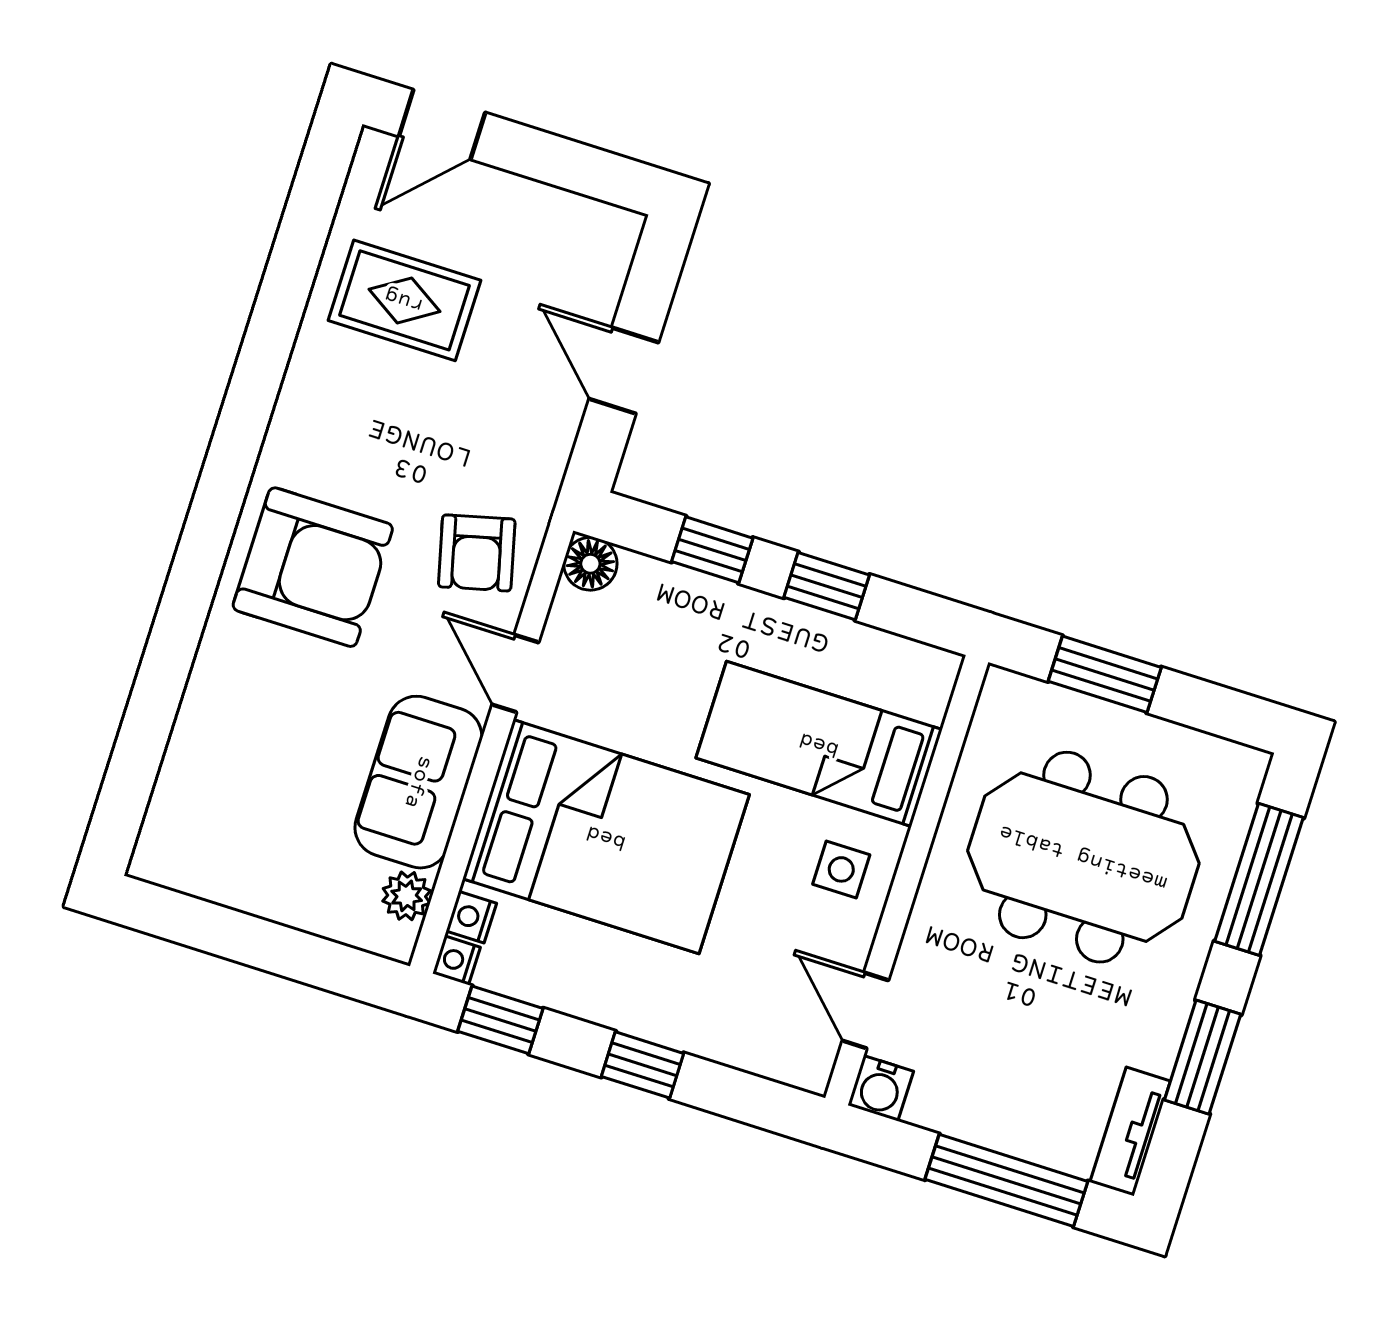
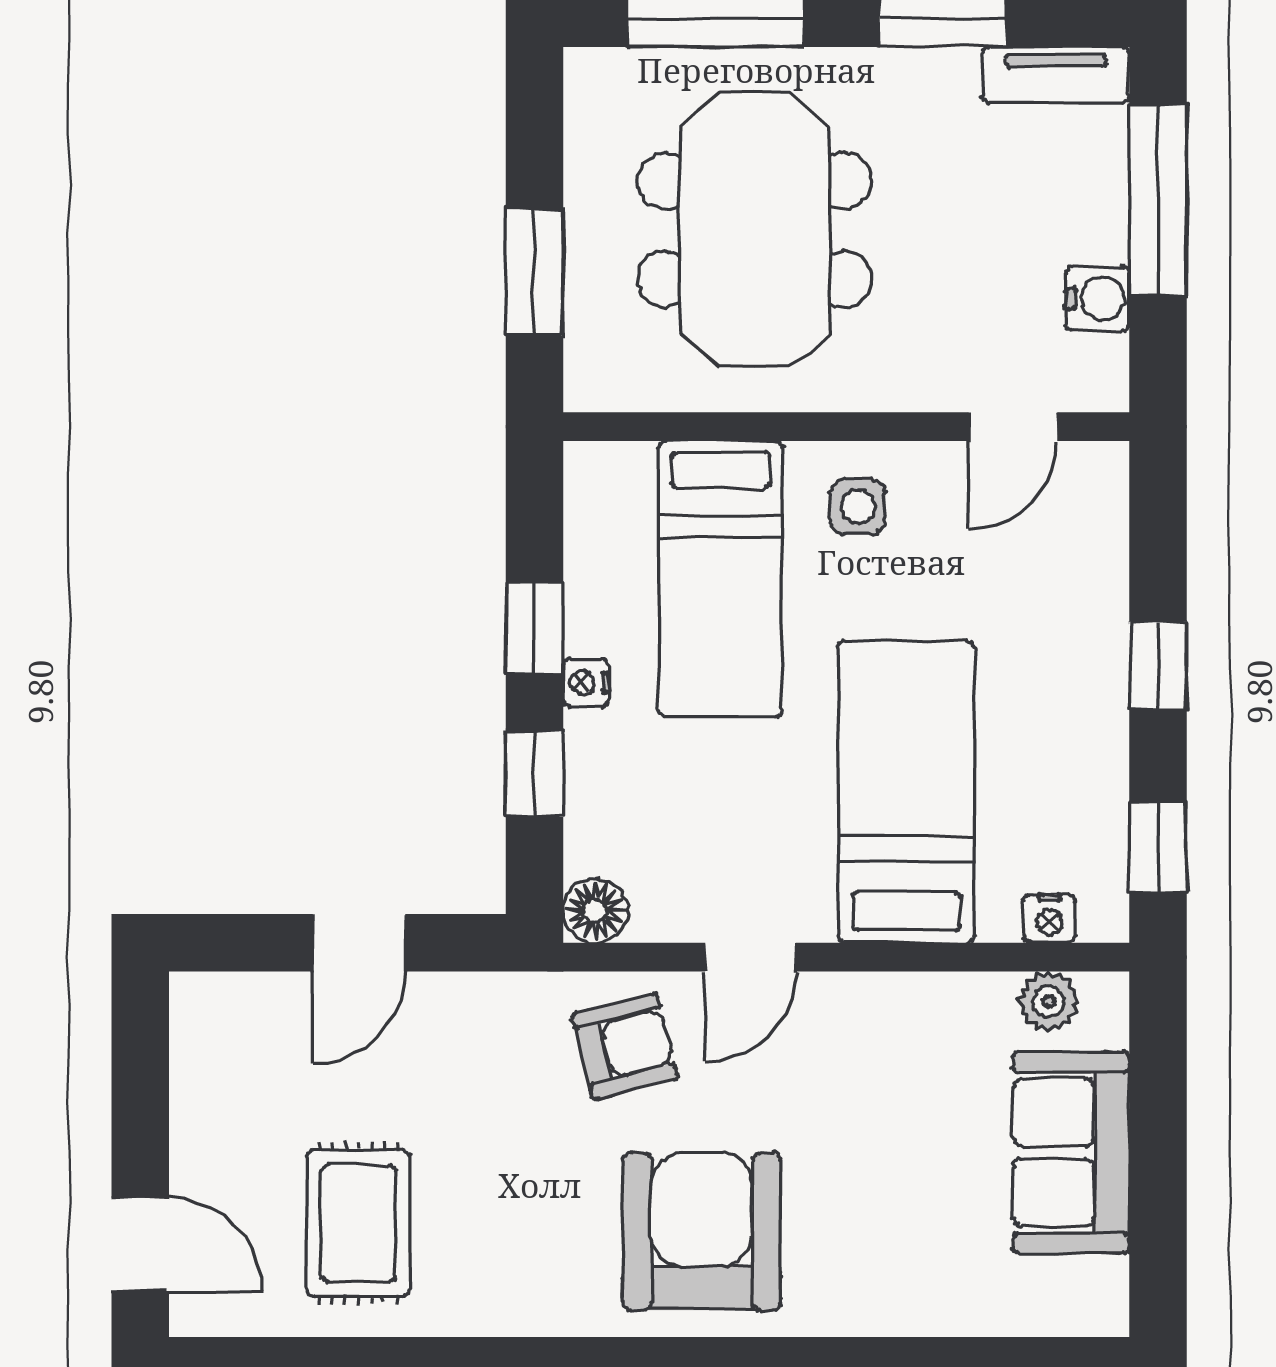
sofa: (418, 782) -> (1071, 1152), moved, turned 90
bed: (606, 837) -> (906, 792), width x0.67
nightstand: (456, 960) -> (586, 683), moved, turned 90
water cooler: (881, 1088) -> (1097, 299), moved

